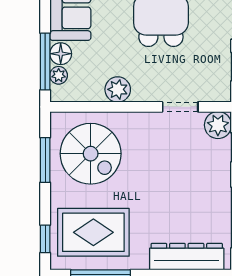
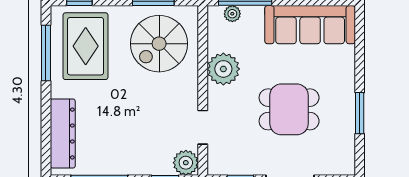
floor lamp: (61, 54) -> (252, 16), removed
plant: (118, 89) -> (223, 69), width x1.36, depth x1.36

